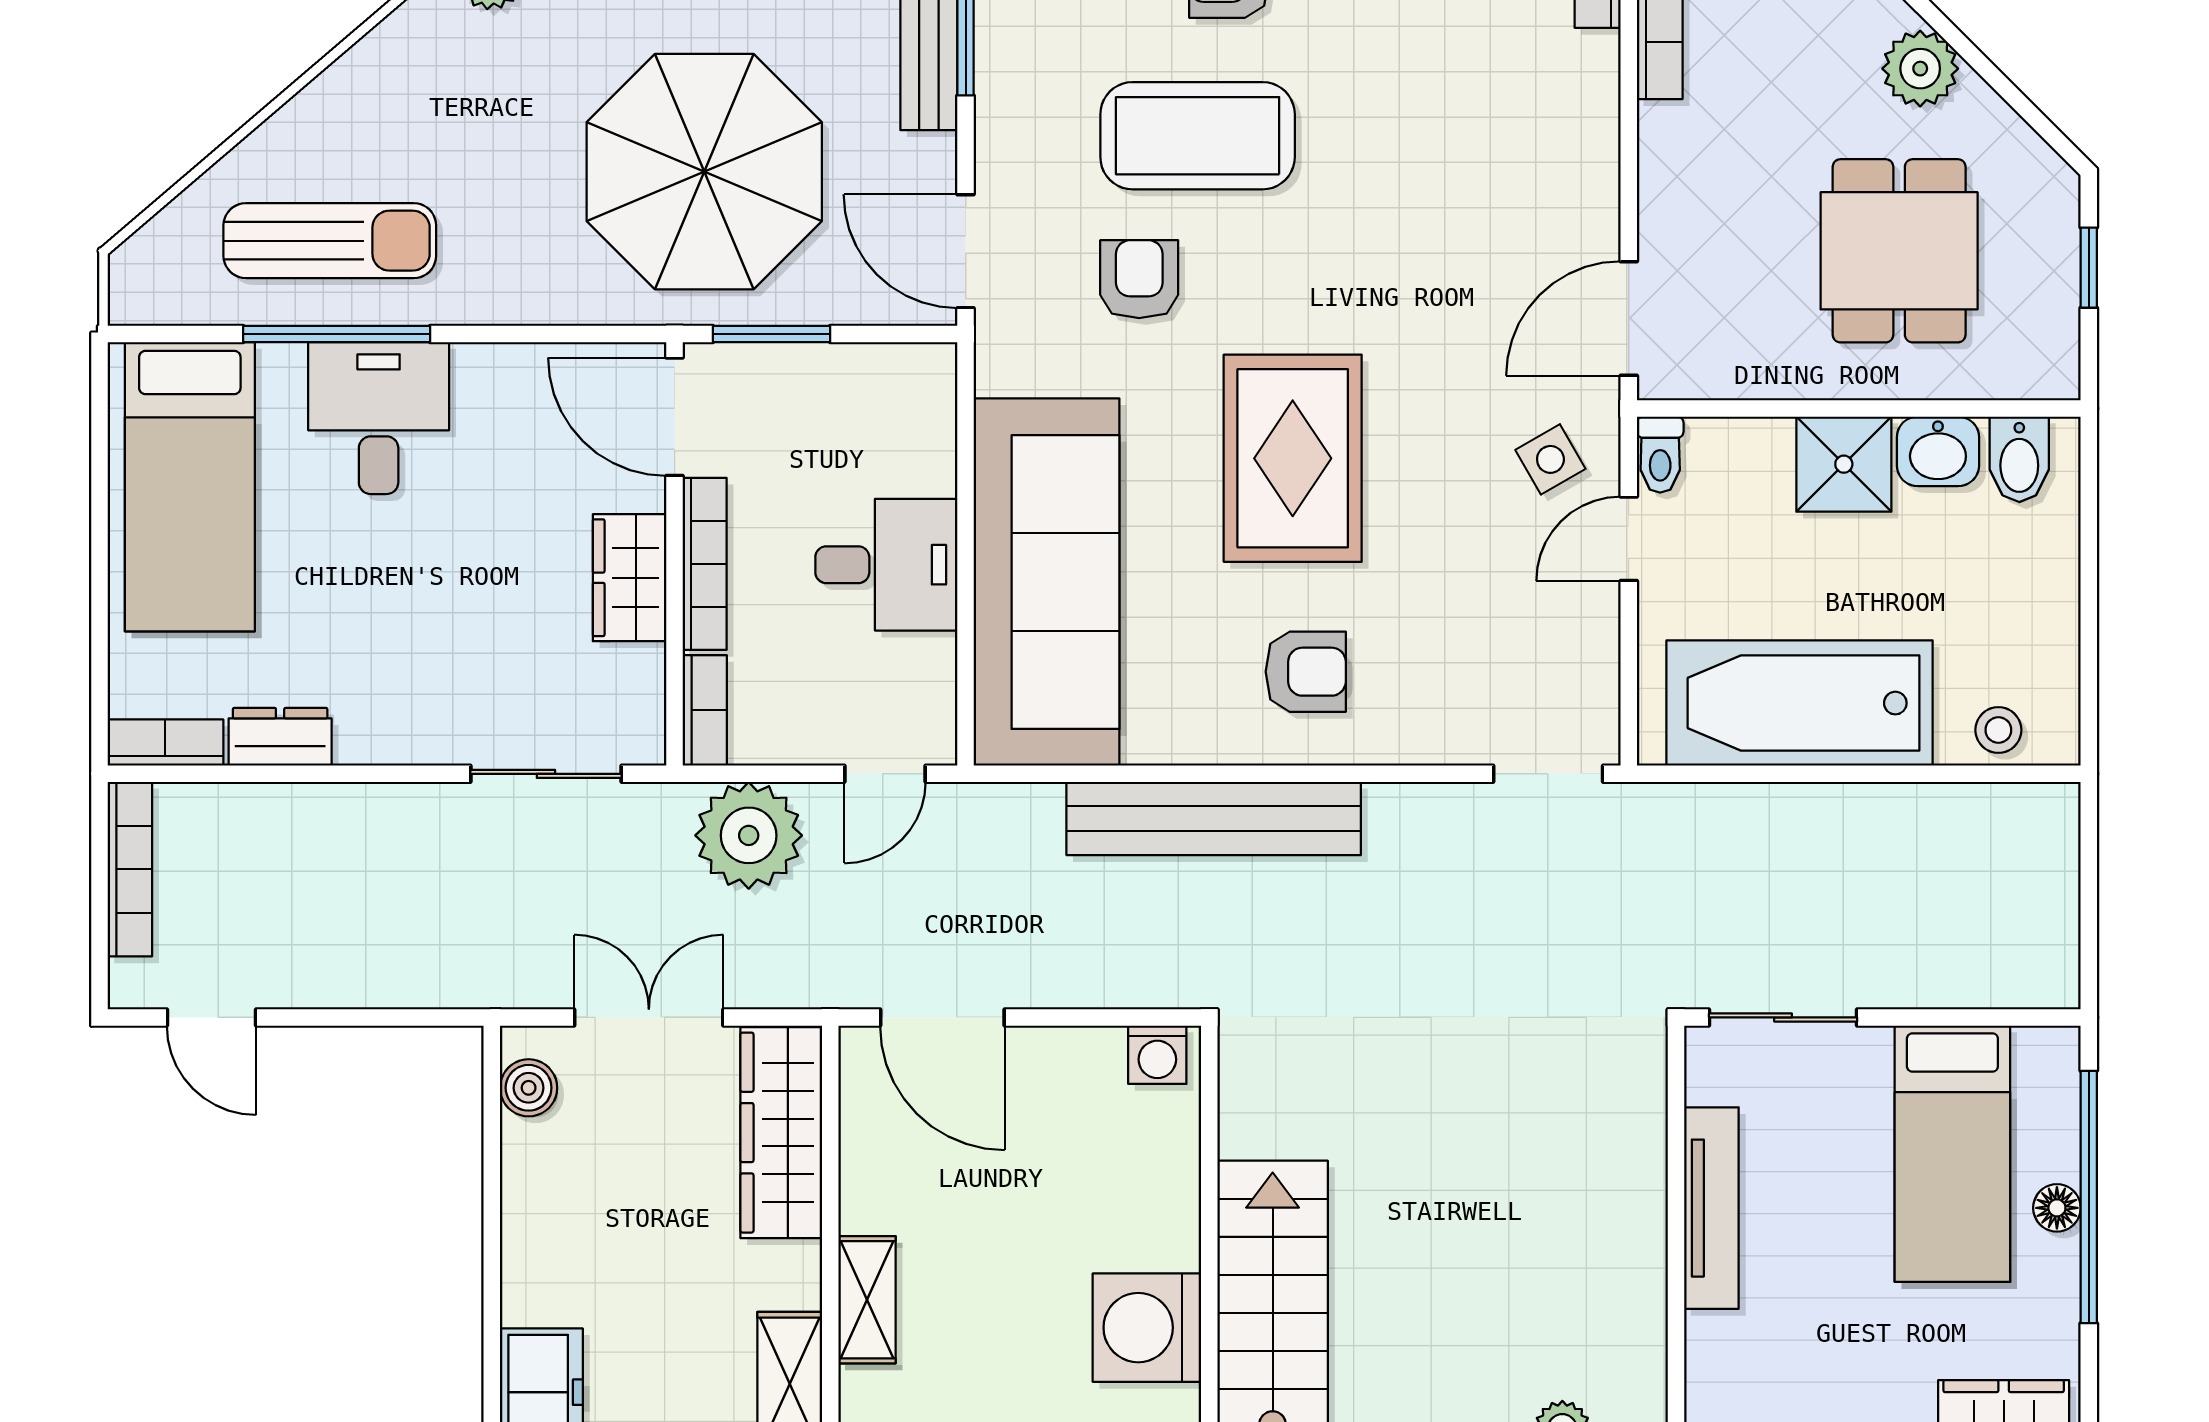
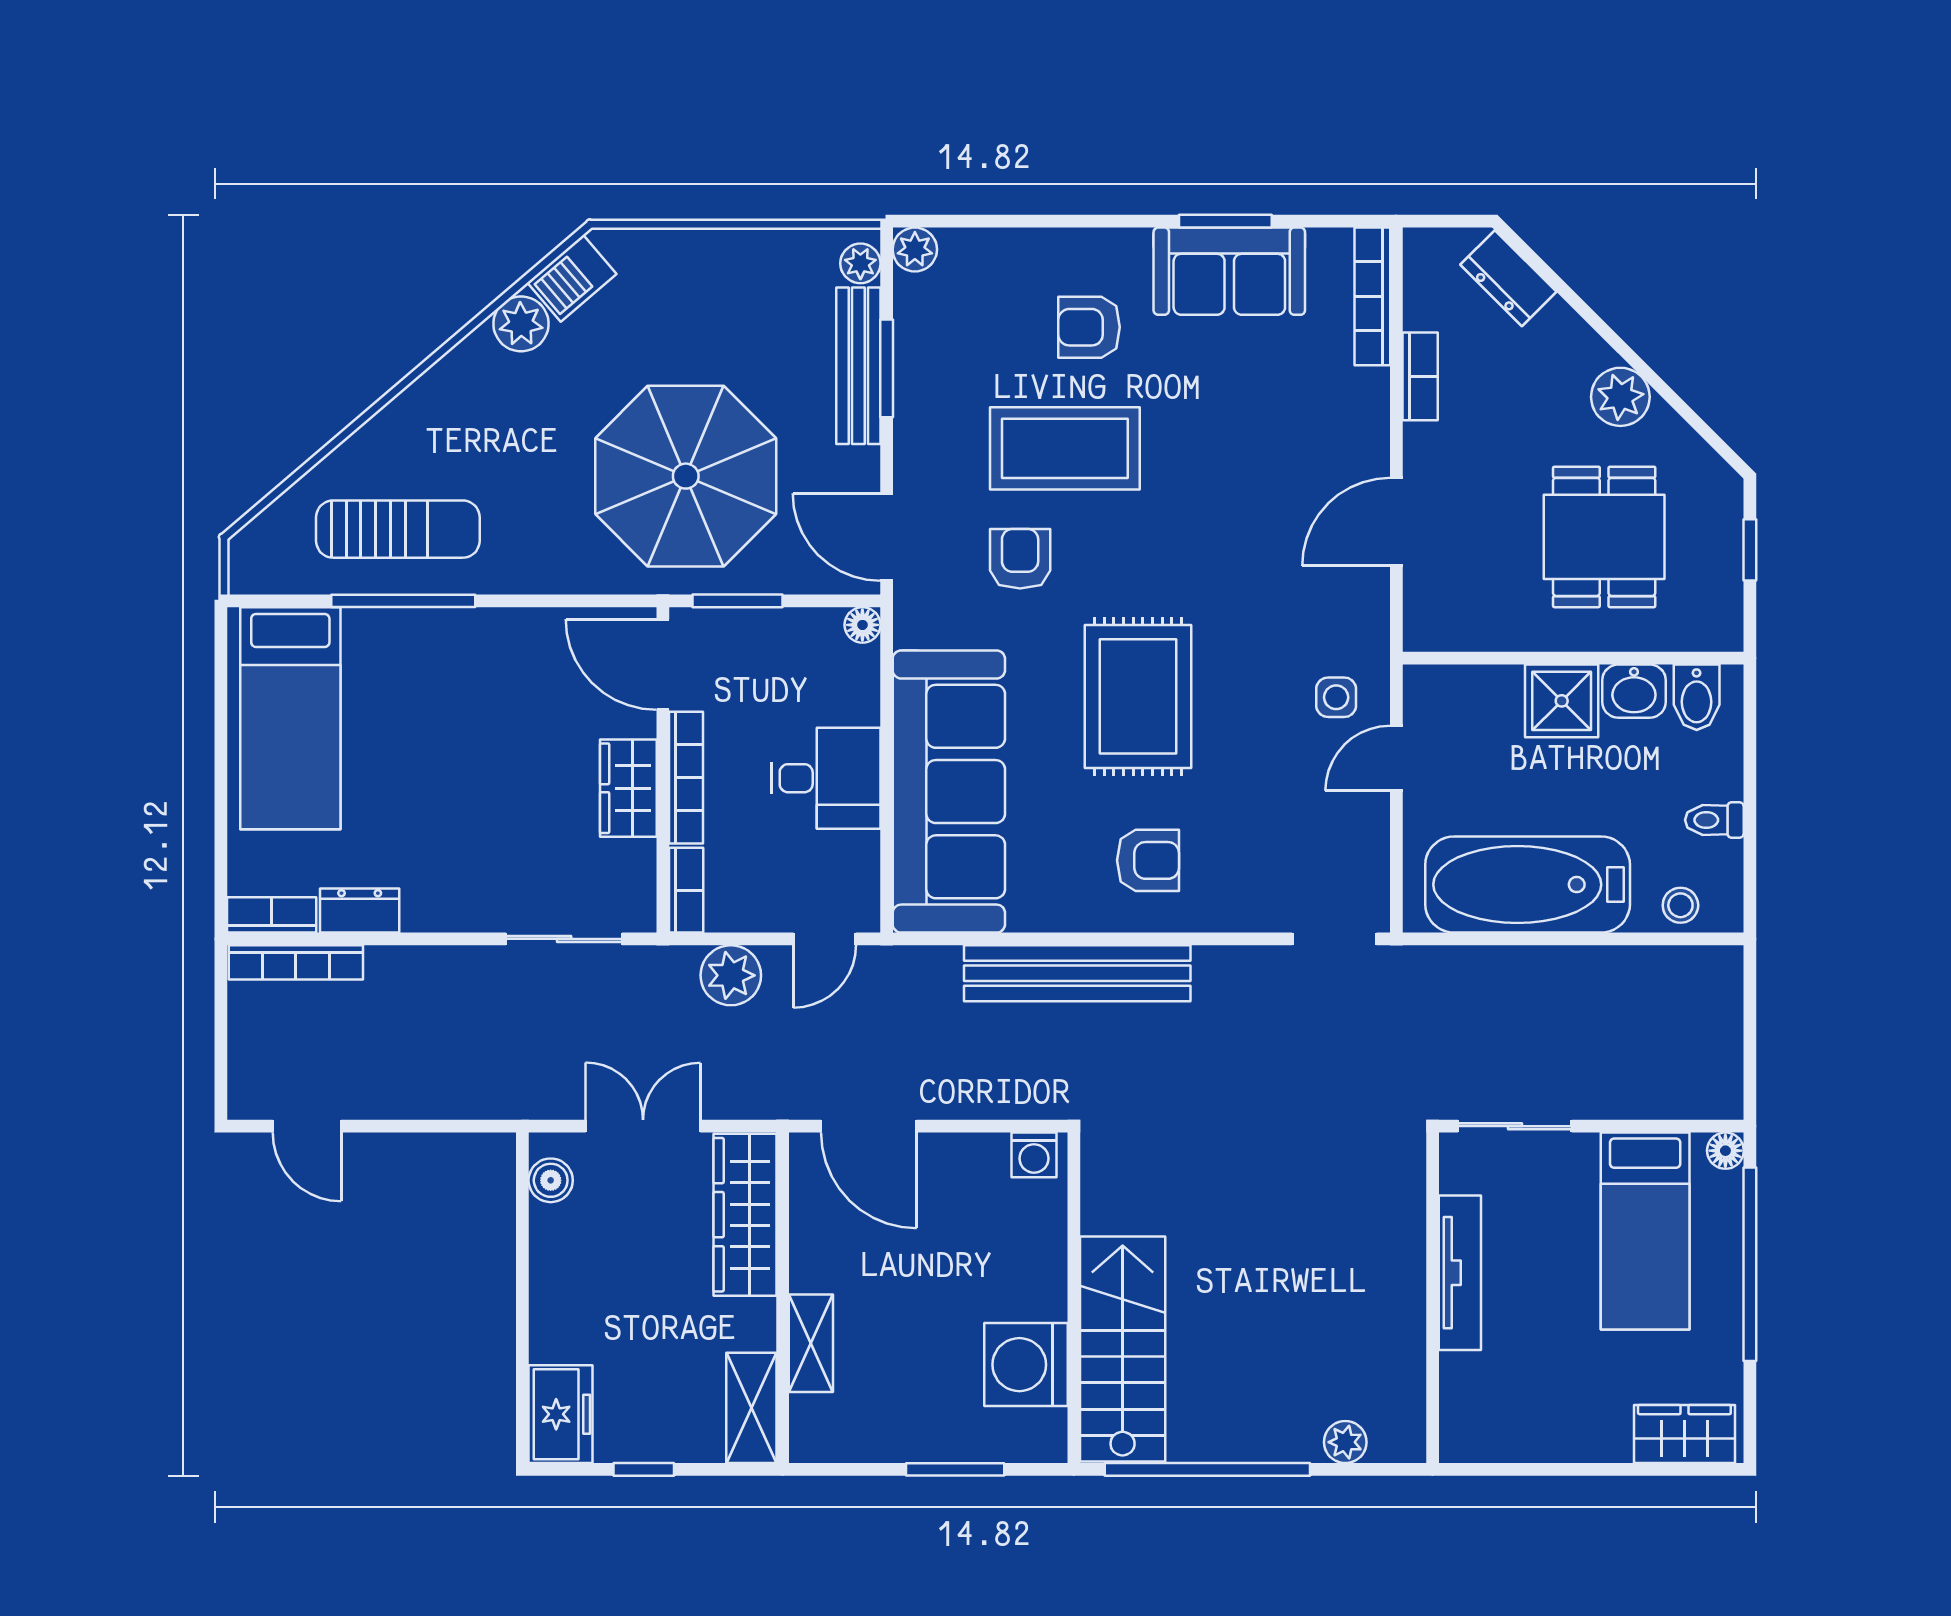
door: (1629, 318) -> (1396, 522), moved
floor lamp: (934, 365) -> (862, 625), added
desk: (379, 418) -> (435, 666), removed
toilet: (1660, 455) -> (1714, 820), moved, turned 90
side table: (1550, 459) -> (1336, 697), turned 30
plant: (749, 835) -> (731, 975), width x0.73, depth x0.73
bookcase: (130, 869) -> (296, 962), moved, turned 90
floor lamp: (2057, 1208) -> (1725, 1151), moved

